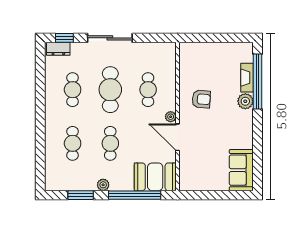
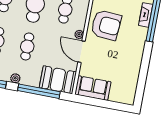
armchair: (201, 99) -> (106, 25), width x1.88, depth x1.88
plant: (245, 101) -> (141, 33), removed
sofa: (241, 170) -> (93, 88), moved, turned 90

